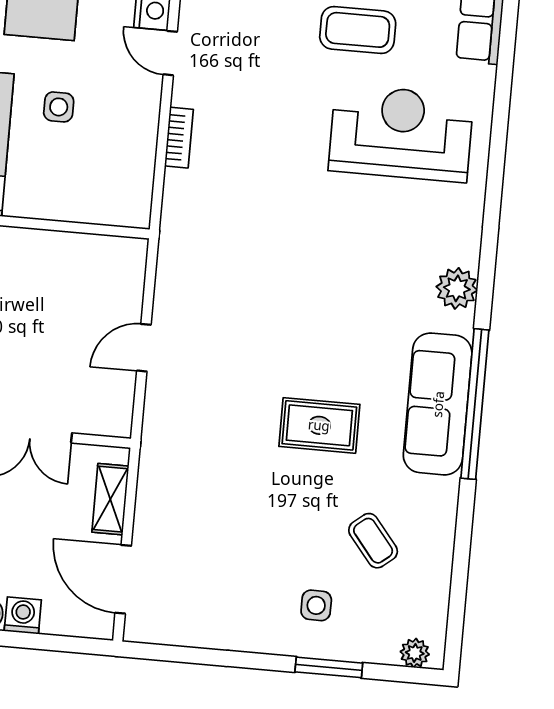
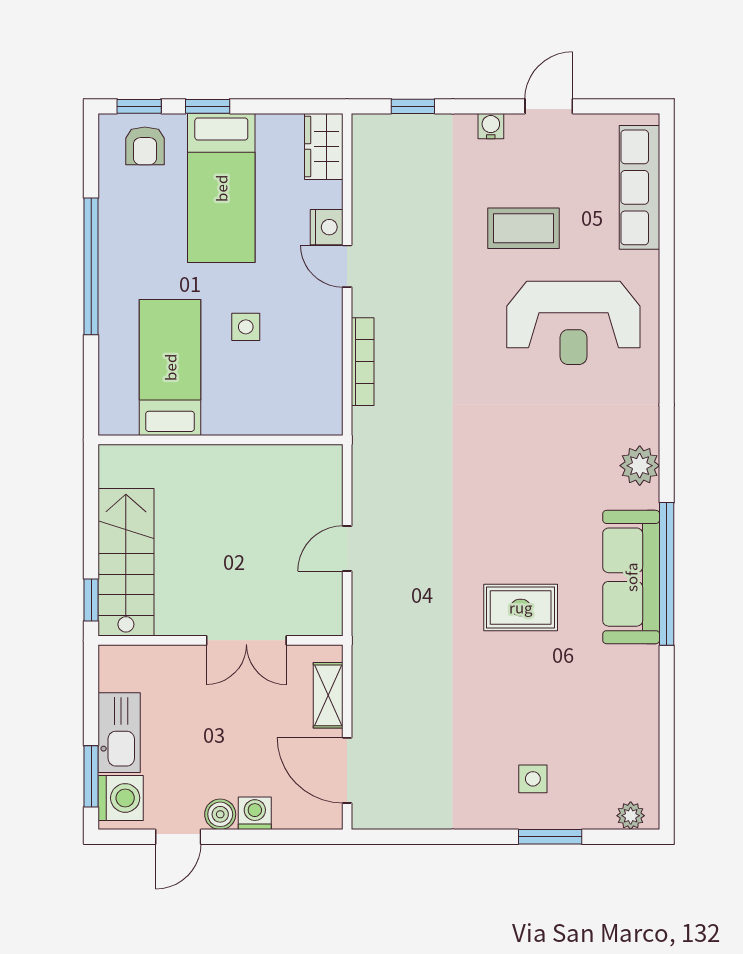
reception desk: (401, 133) -> (573, 323), turned 180
bookcase: (179, 138) -> (363, 362), width x1.56
coffee table: (373, 541) -> (581, 712), removed

